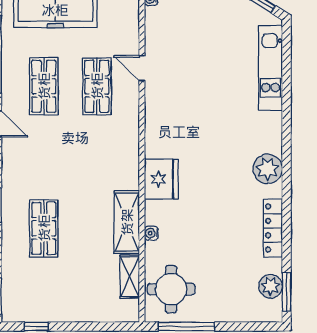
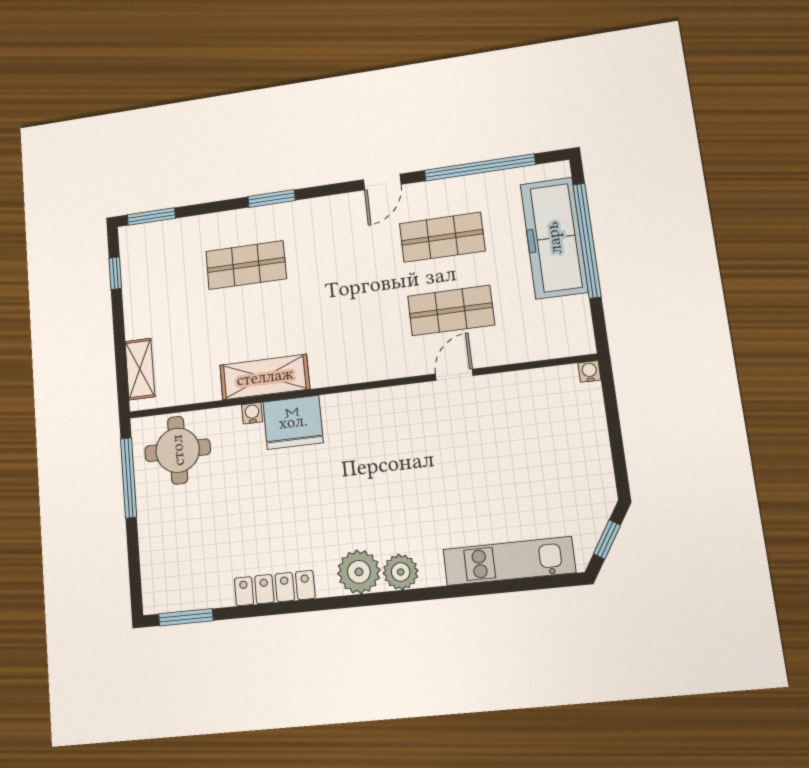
door: (142, 68) -> (454, 375), moved
fridge: (161, 179) -> (293, 422), moved
shelving: (130, 277) -> (140, 369), moved, turned 90
plant: (271, 286) -> (401, 572), moved

